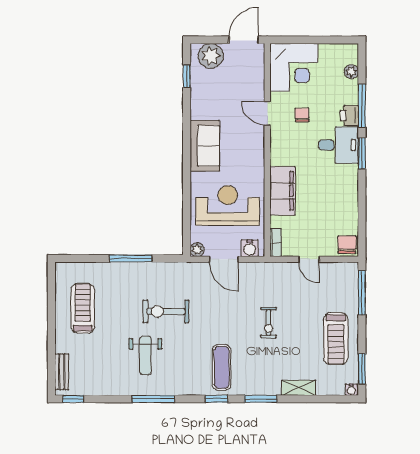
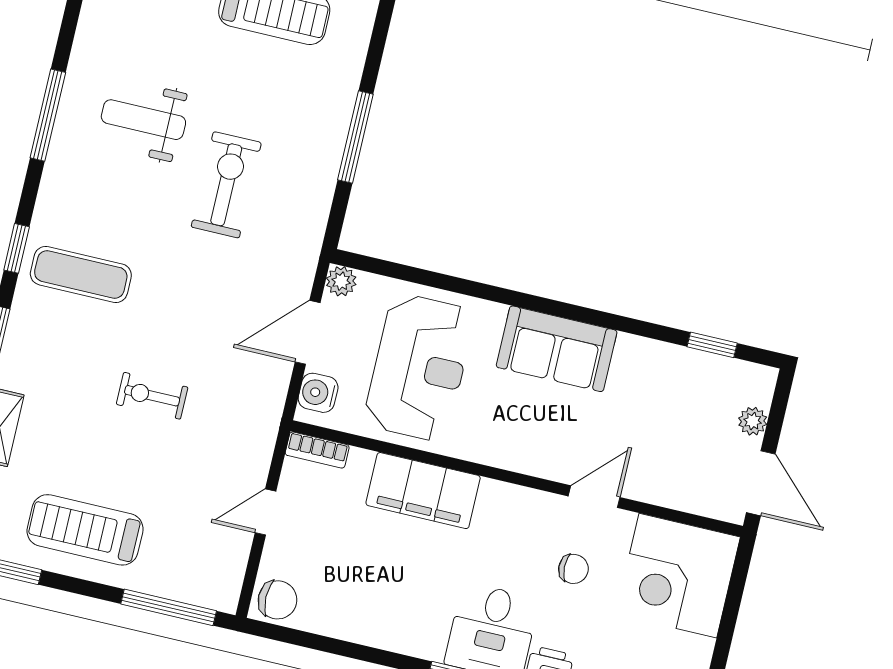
plant: (211, 56) -> (753, 421), width x0.53, depth x0.53

